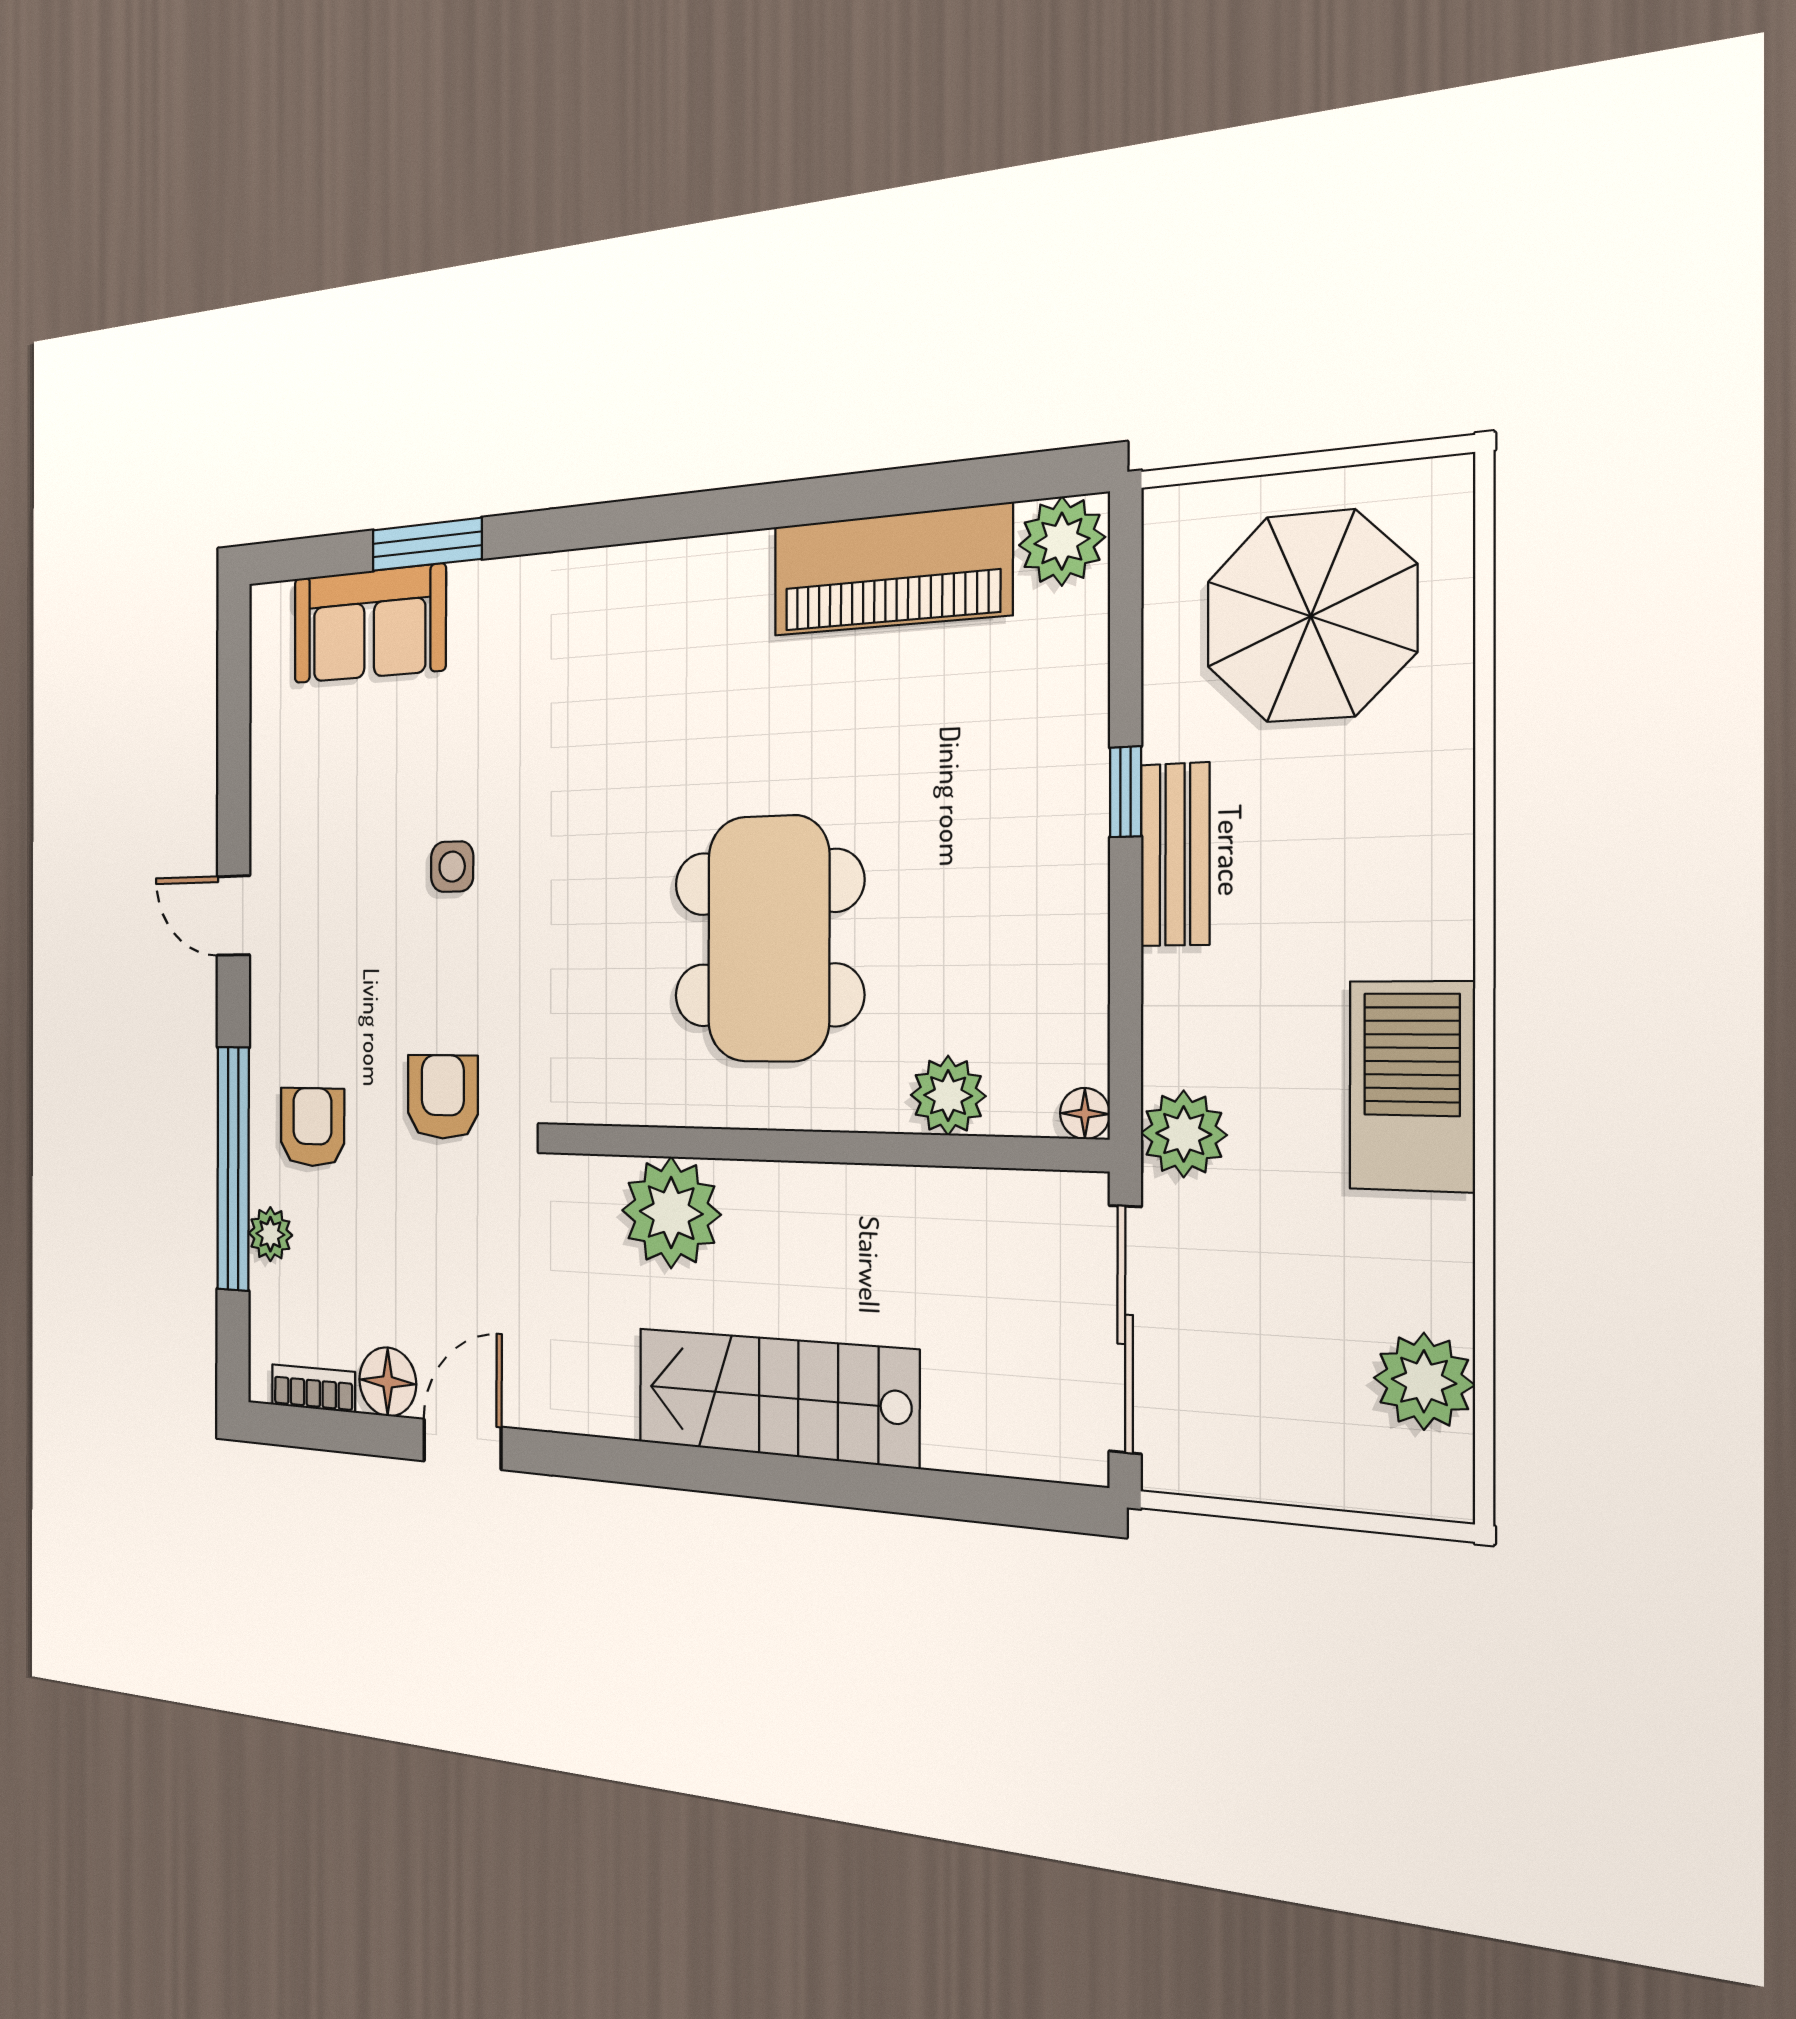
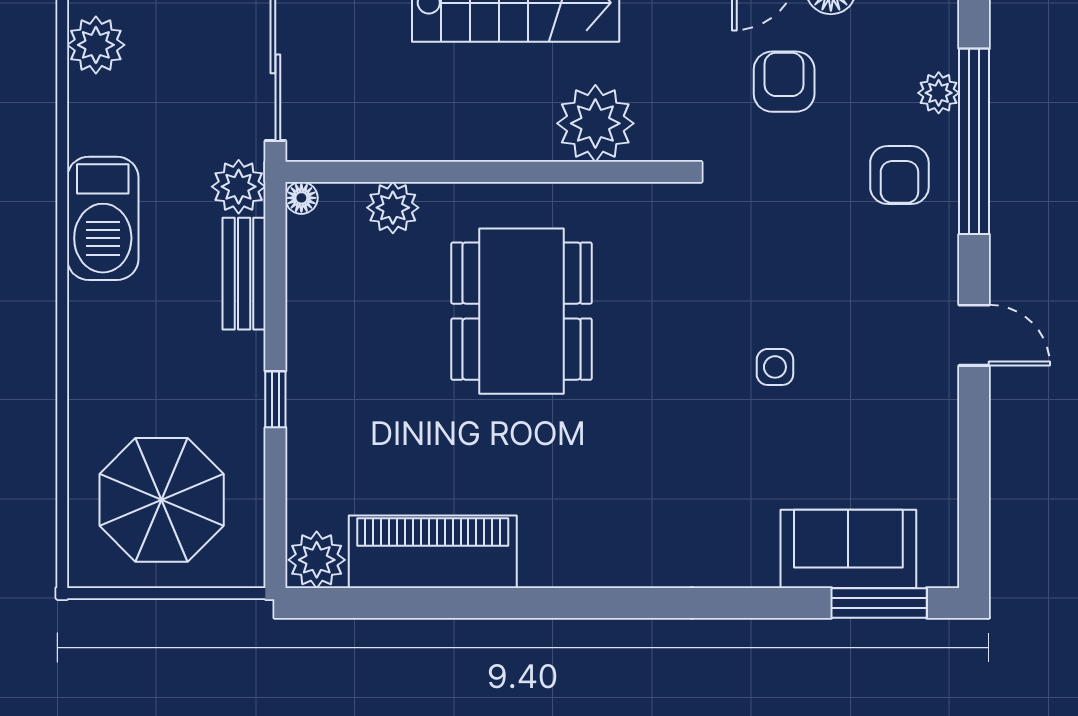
window: (427, 544) -> (879, 603), moved
bench: (1175, 855) -> (244, 274), moved
armchair: (443, 1097) -> (784, 82), moved, turned 180

